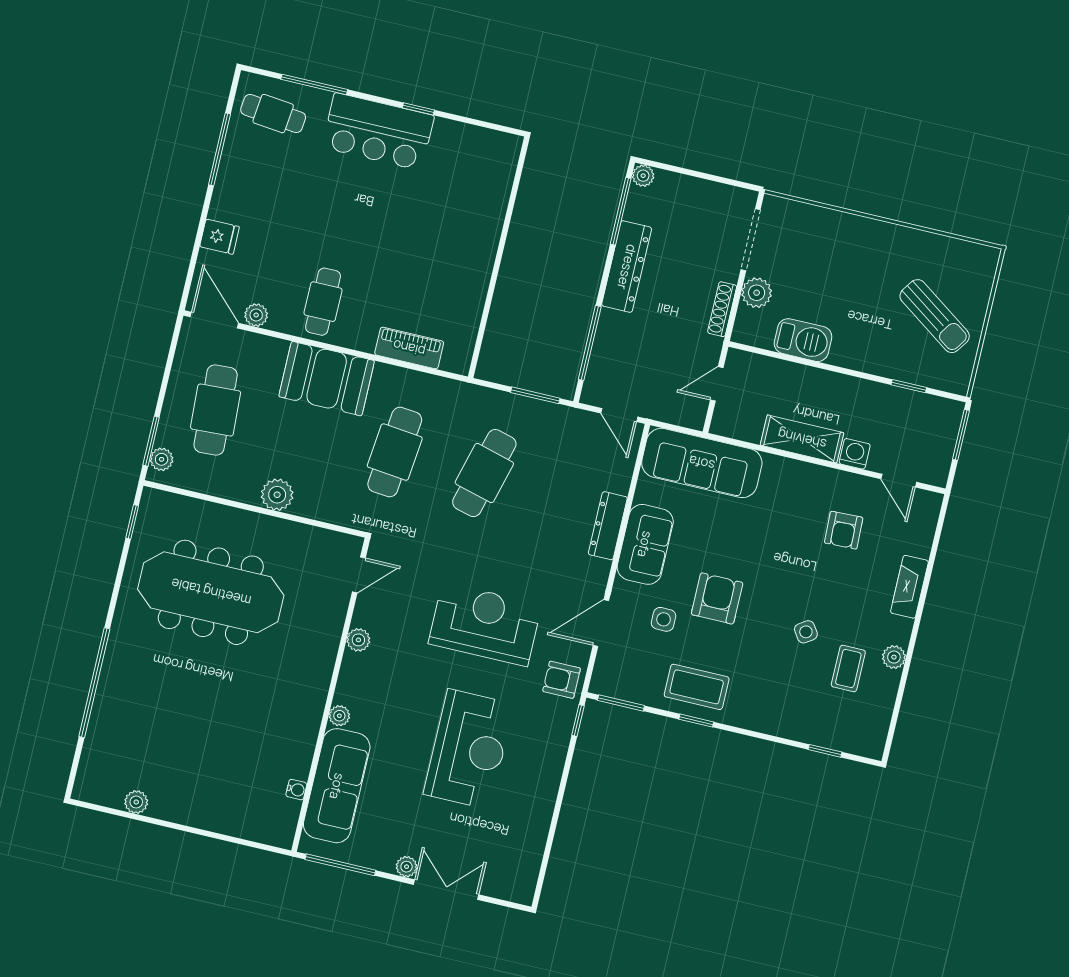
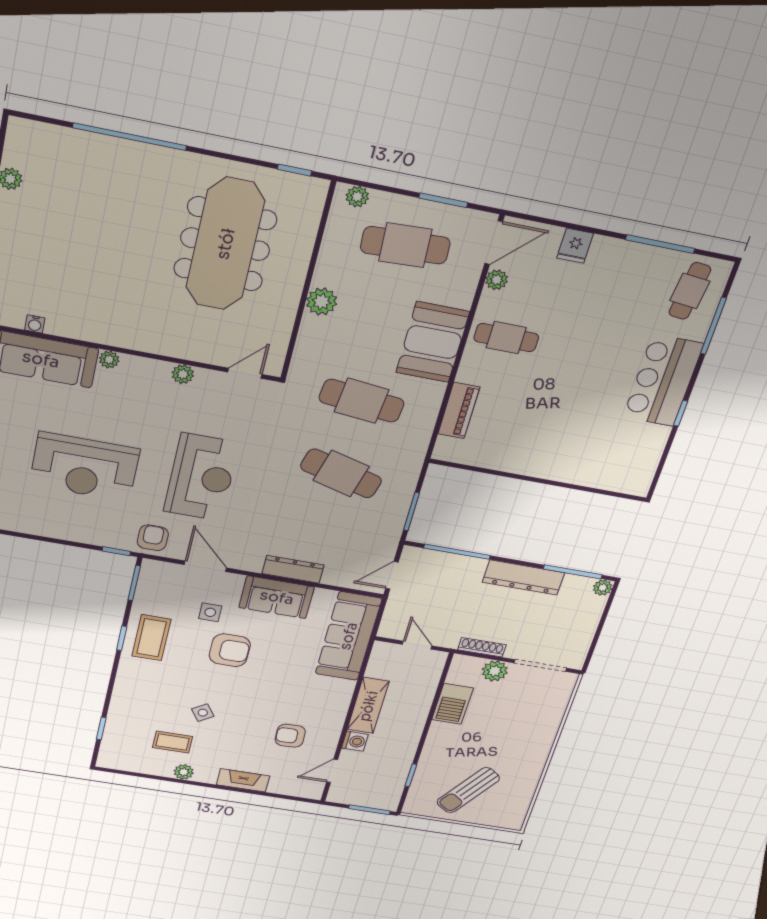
window: (151, 441) -> (443, 200), moved
door: (359, 575) -> (245, 373), swing flipped

